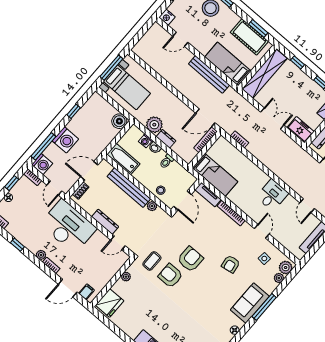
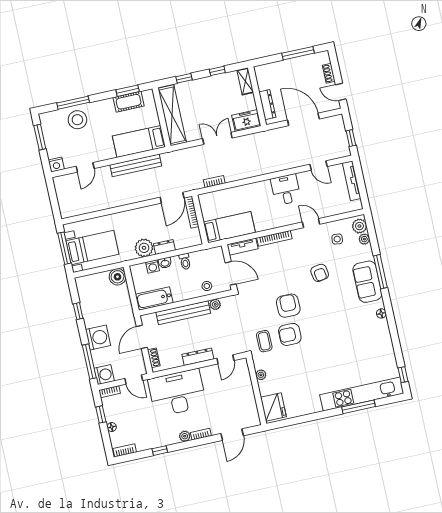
cot: (249, 37) -> (129, 102), width x0.73, depth x0.75
filing cabinet: (86, 292) -> (248, 420), removed

